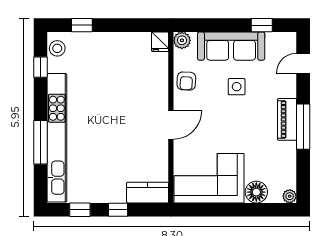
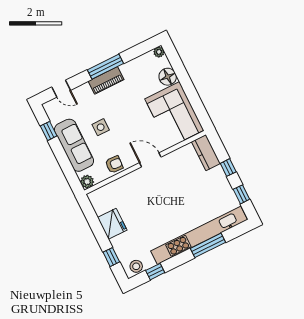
fridge: (160, 42) -> (112, 224), moved, width x1.88, depth x1.34

